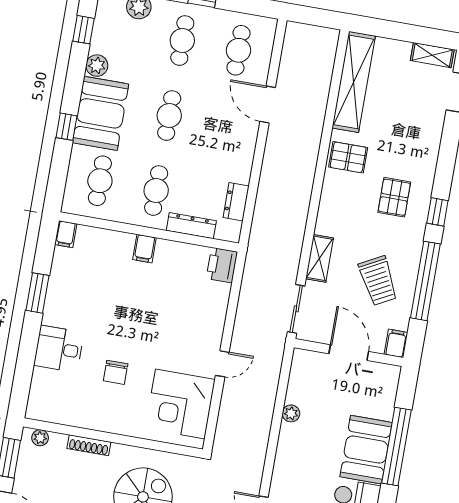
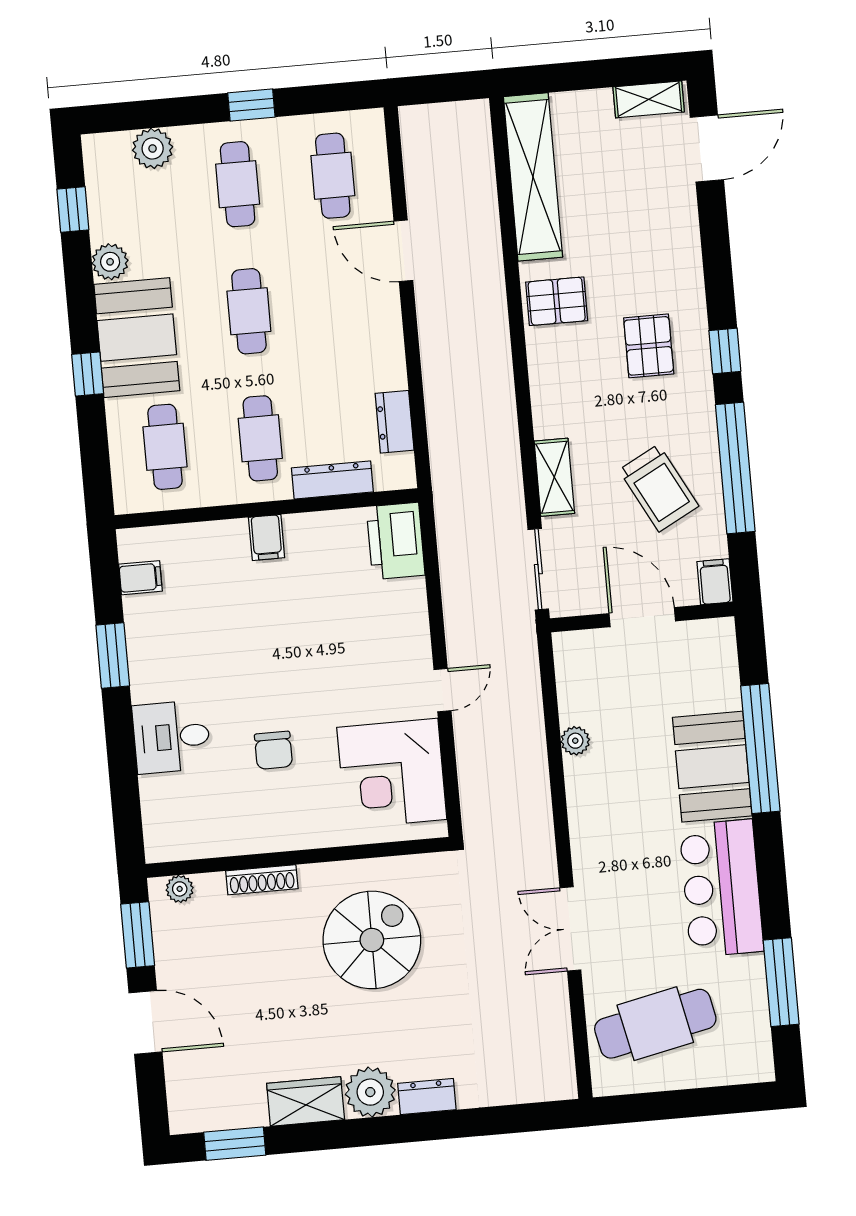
filing cabinet: (66, 234) -> (141, 578), moved, turned -90
printer: (222, 265) -> (396, 541), width x1.37, depth x1.19

